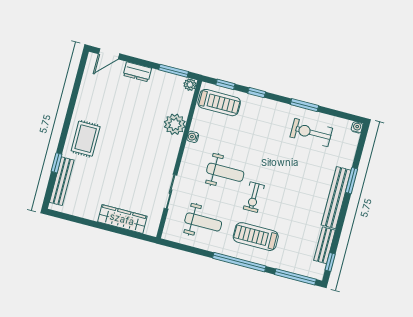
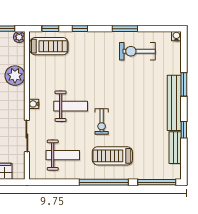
water cooler: (193, 137) -> (34, 104), moved
window: (330, 262) -> (184, 130), moved

